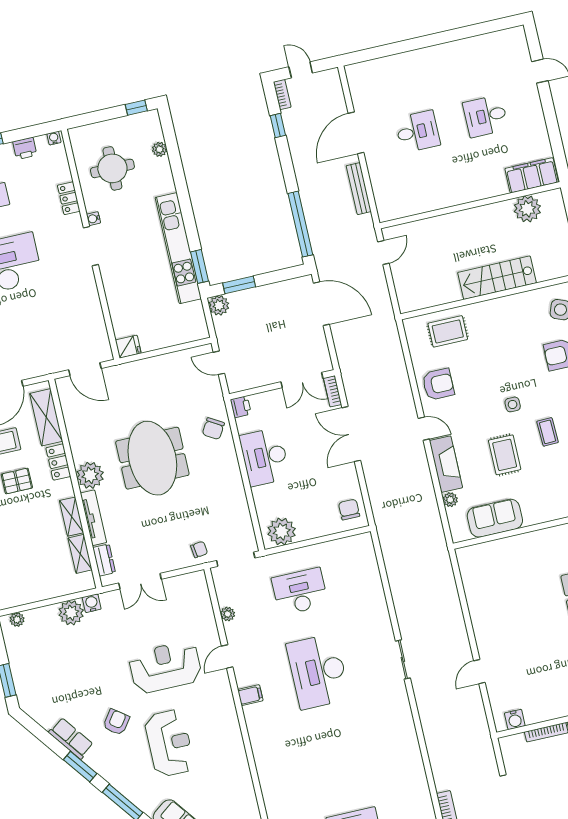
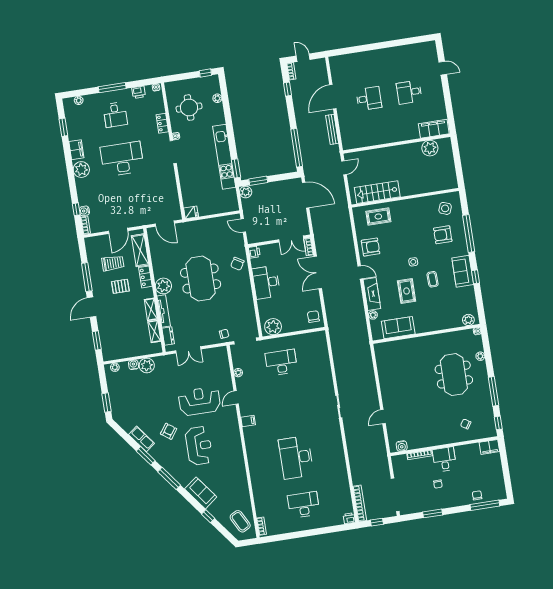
stairs: (497, 278) -> (377, 192), moved
water cooler: (92, 603) -> (134, 365), moved
desk: (318, 671) -> (296, 457), moved

